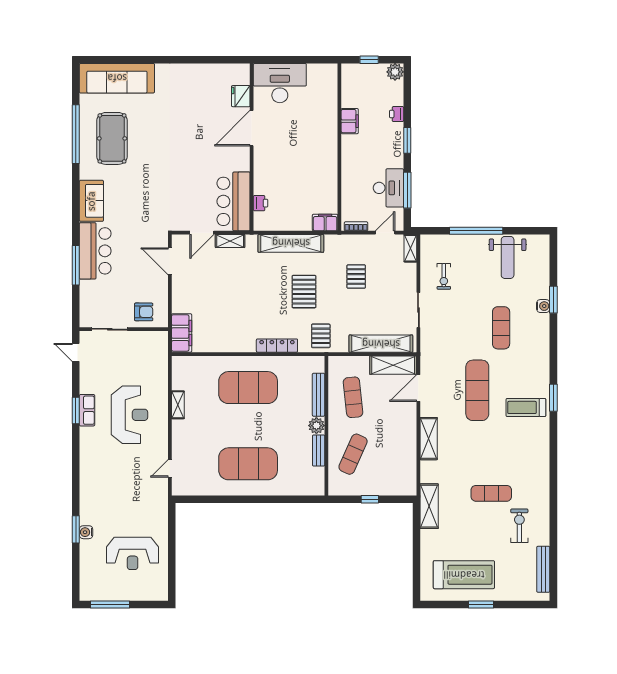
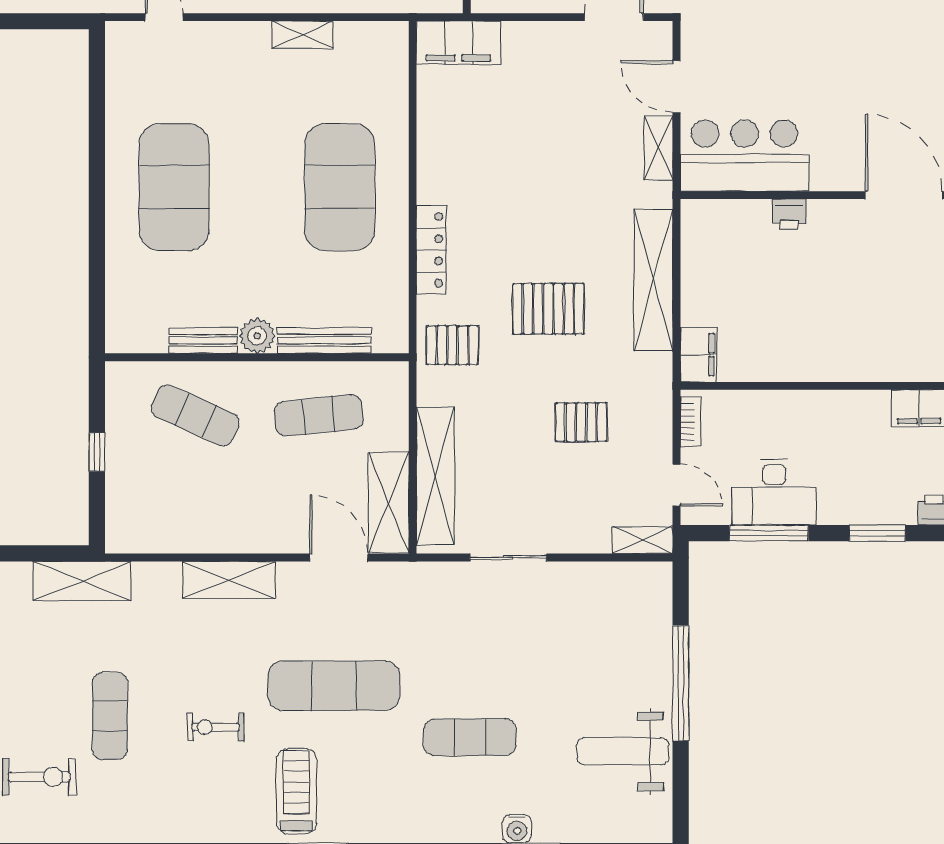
printer: (261, 203) -> (789, 214), moved
exercise bike: (444, 276) -> (216, 727), moved

